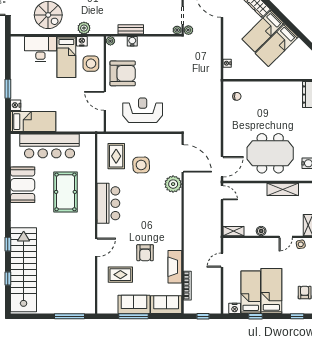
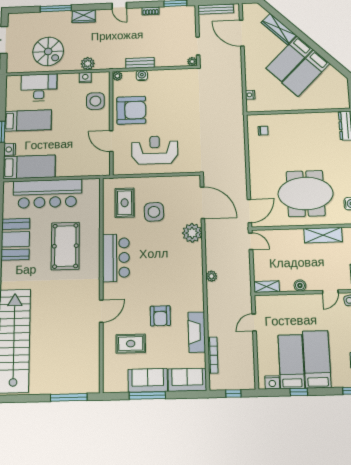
plant: (188, 30) -> (211, 276), moved
bed: (66, 57) -> (28, 120), moved, turned -90

